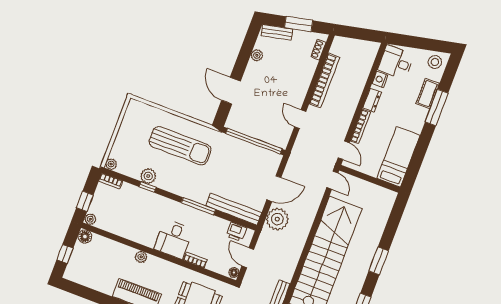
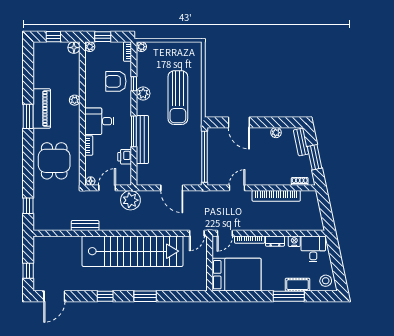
door: (231, 91) -> (239, 122), swing flipped
bed: (398, 157) -> (237, 275), width x1.50
plant: (148, 176) -> (143, 94), moved
armchair: (138, 205) -> (116, 81), added
bench: (234, 209) -> (142, 140), moved
plant: (277, 219) -> (130, 200), moved
printer: (236, 232) -> (125, 157), moved

